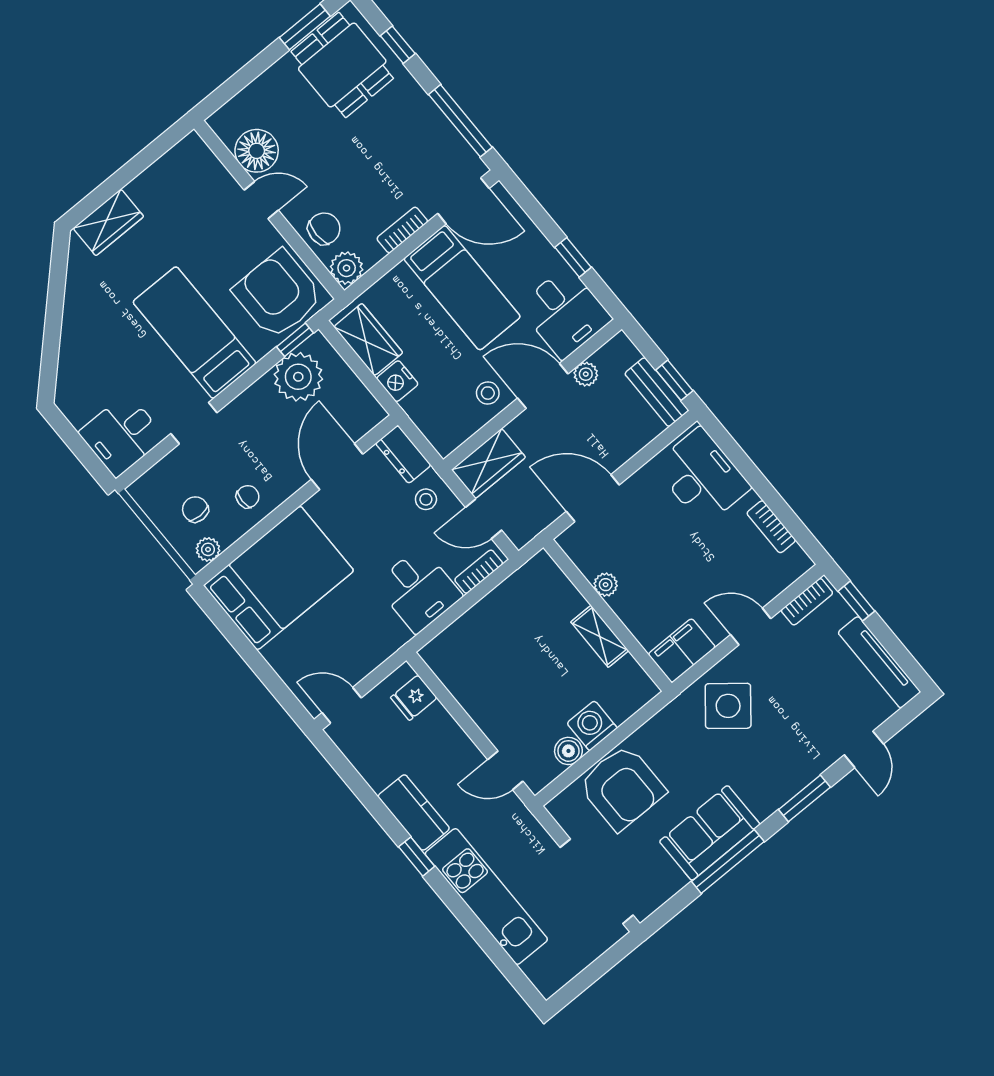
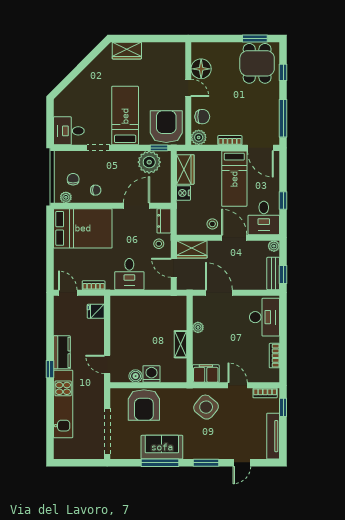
plant: (586, 374) -> (274, 246), moved
bookcase: (479, 572) -> (94, 285), moved

